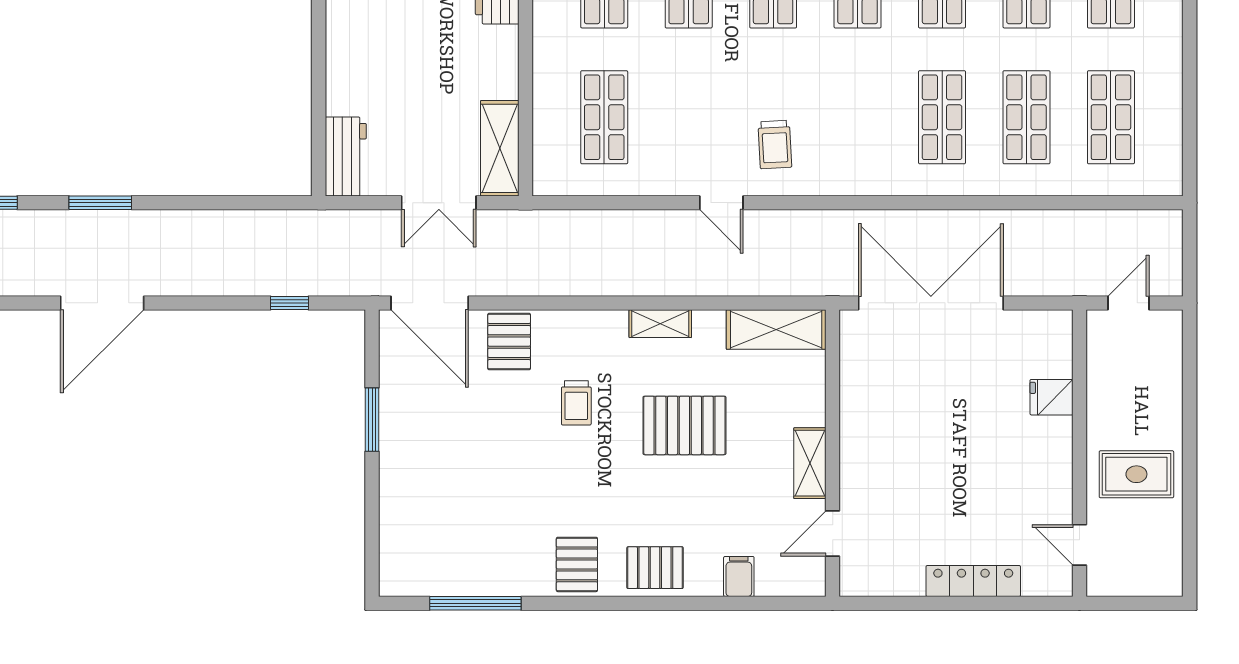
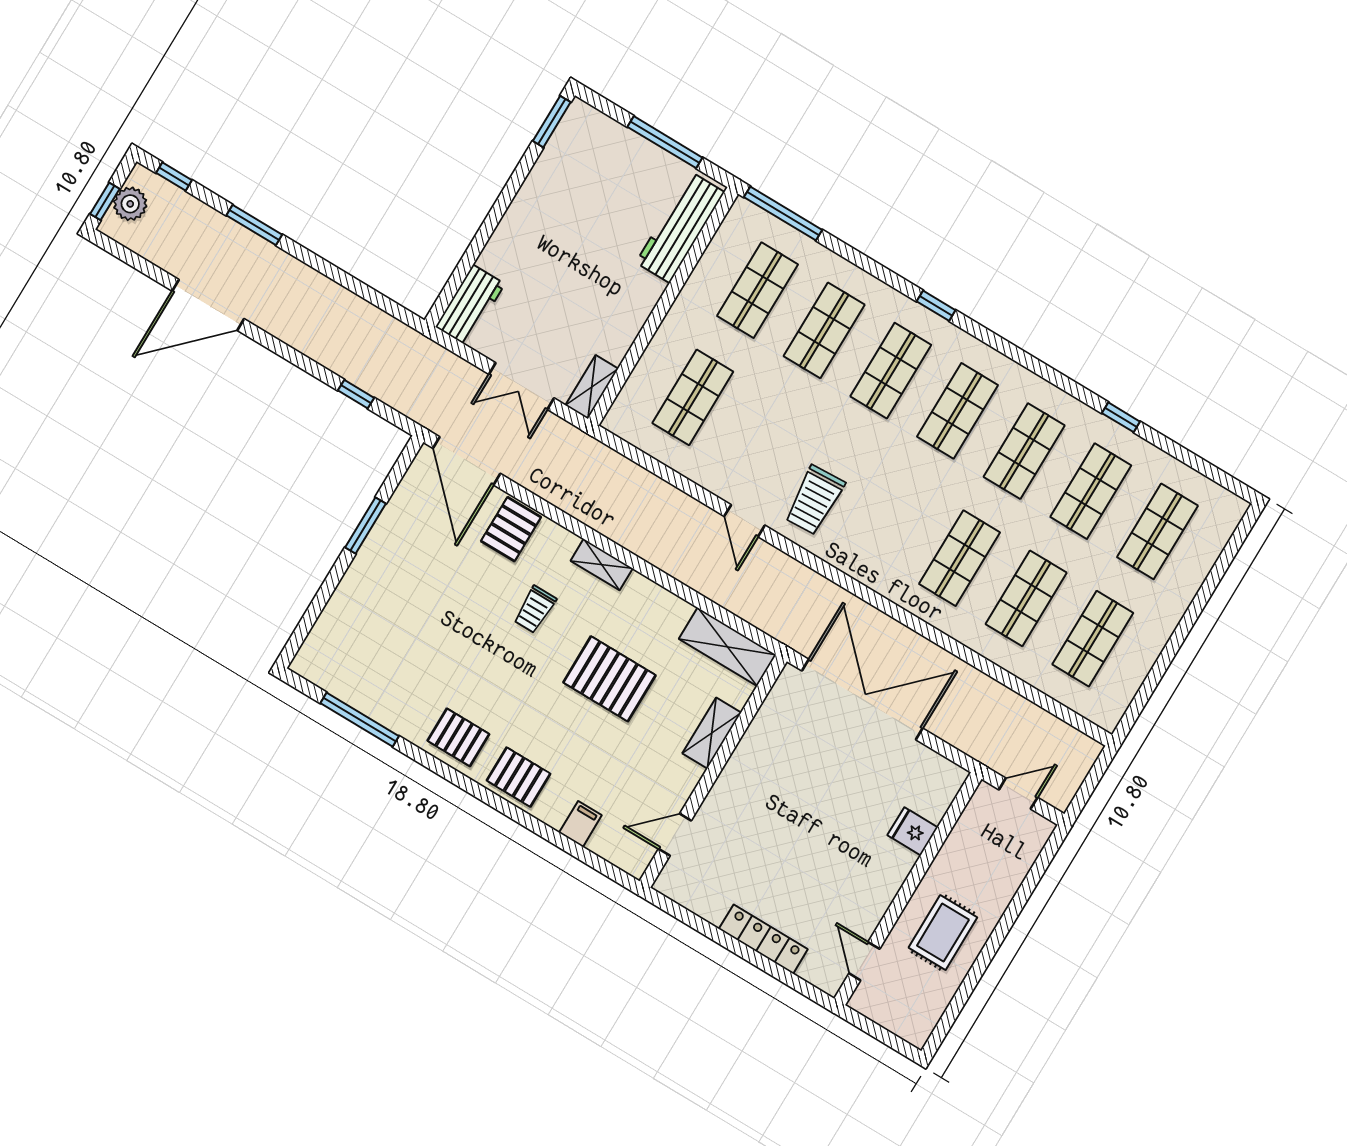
trolley: (775, 144) -> (815, 500), width x1.36, depth x1.39
shelving: (500, 148) -> (592, 387), width x0.67, depth x0.75
shelving: (660, 324) -> (602, 565), moved
shelving: (810, 463) -> (712, 733), moved
rug: (1136, 474) -> (943, 933), turned 90
pallet: (577, 564) -> (458, 737), turned 90

